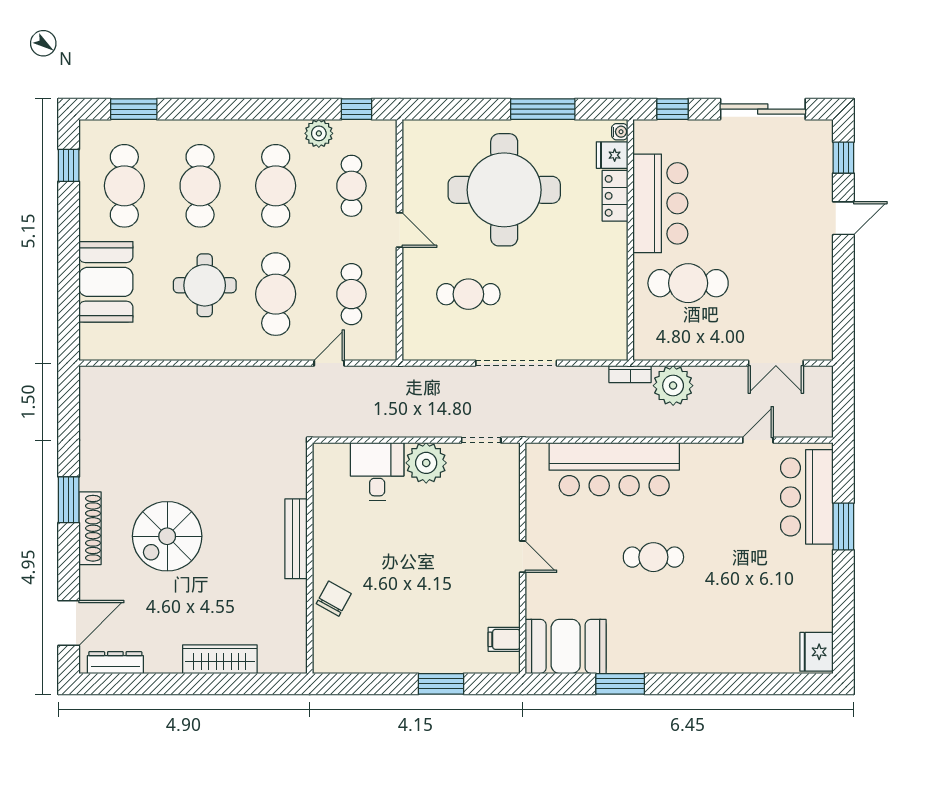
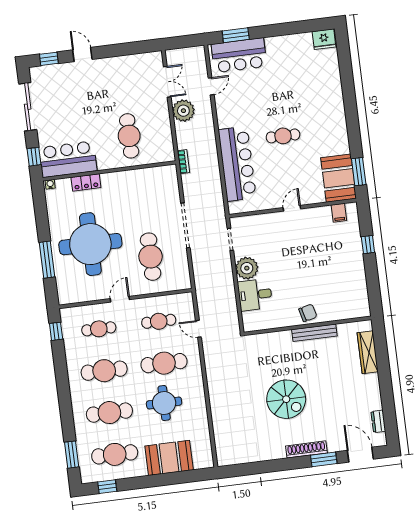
window: (543, 109) -> (47, 260), moved
plant: (319, 133) -> (72, 351), removed
fridge: (612, 155) -> (64, 187), removed
bar counter: (660, 203) -> (68, 159), moved
cafe table: (468, 294) -> (151, 257), width x1.37, depth x1.35
plant: (673, 386) -> (183, 111), moved
door: (758, 440) -> (211, 86), swing flipped
window: (69, 500) -> (324, 459), moved
window: (843, 526) -> (236, 35), moved
spiral stairs: (167, 536) -> (286, 399), moved
bench: (296, 539) -> (314, 333), moved
cafe table: (653, 557) -> (283, 136), turned 90
chair: (334, 599) -> (308, 313), moved, turned 137
wardrobe: (220, 659) -> (368, 352), moved
dresser: (115, 663) -> (378, 421), width x0.70
window: (441, 684) -> (368, 245), width x0.67
window: (620, 684) -> (359, 172), moved

